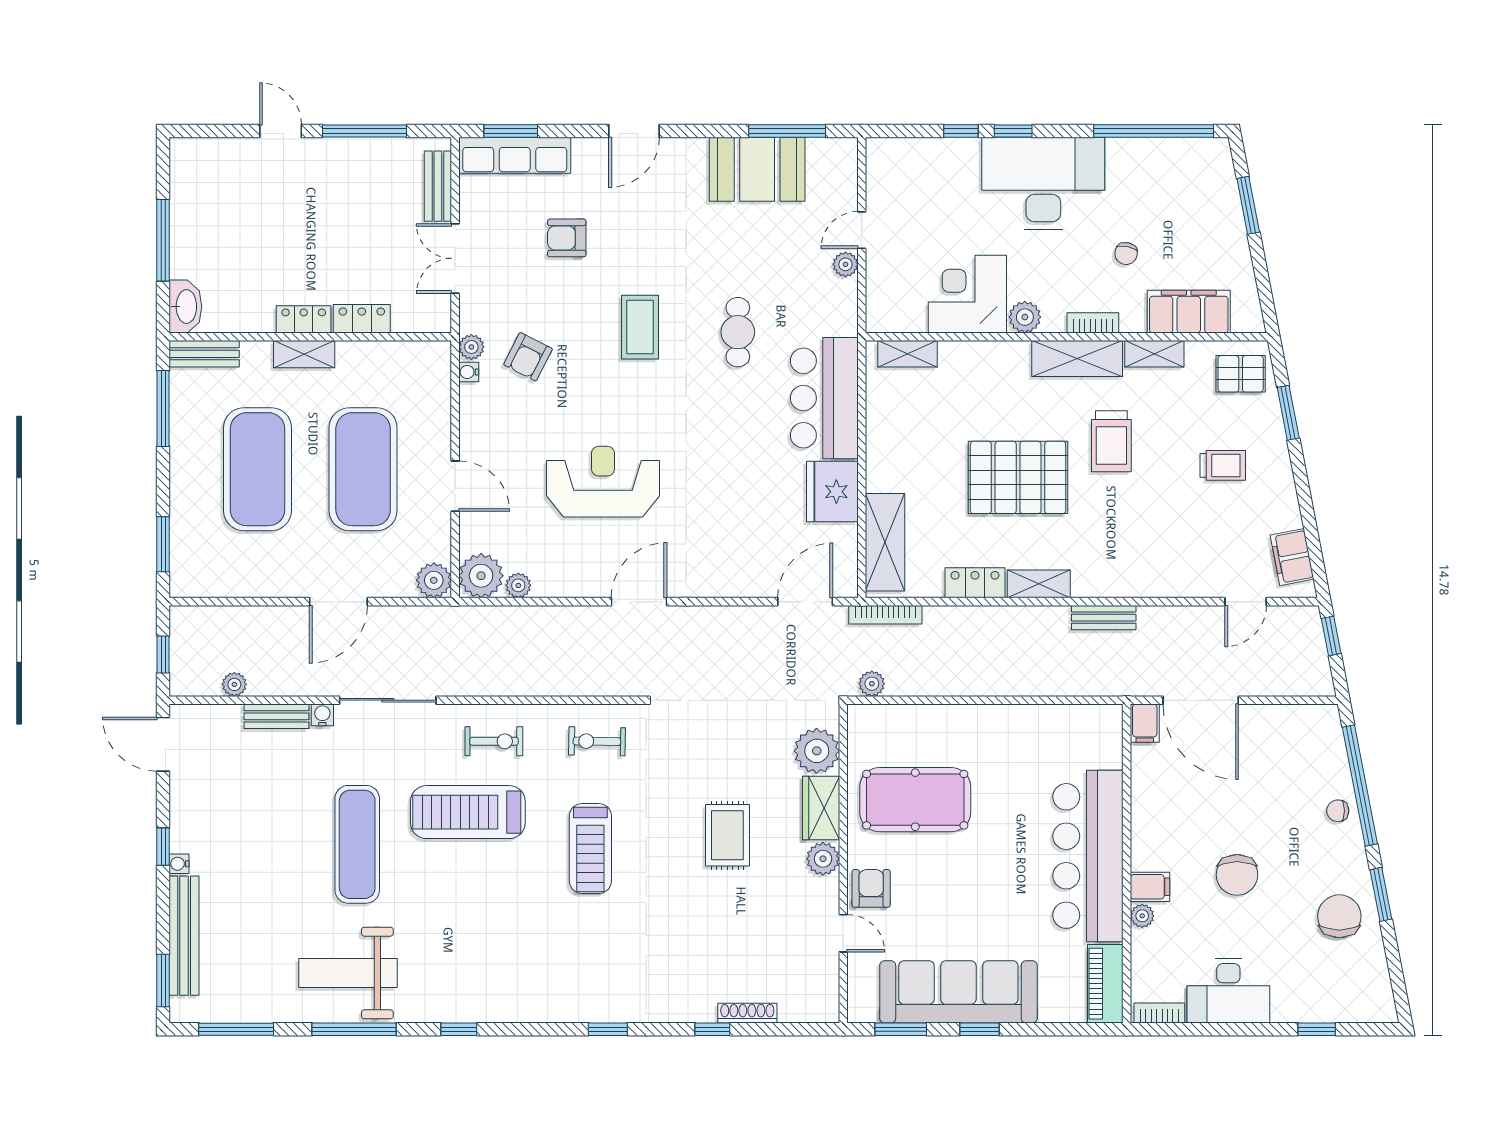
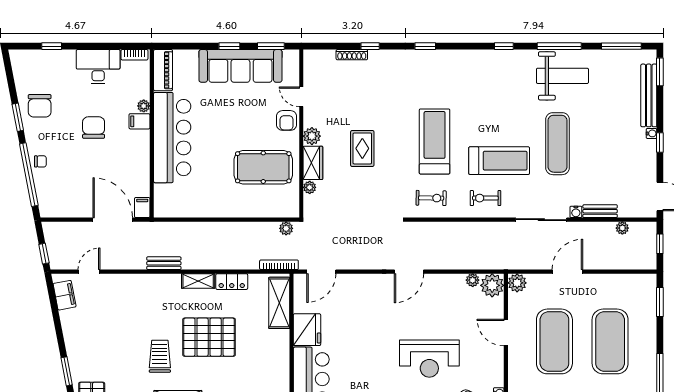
trolley: (1223, 465) -> (101, 343), removed
reception desk: (603, 482) -> (429, 359), moved
plant: (817, 751) -> (310, 187), width x0.53, depth x0.53
treadmill: (590, 849) -> (435, 141), width x1.37, depth x1.38

